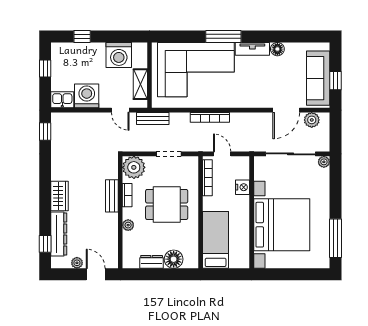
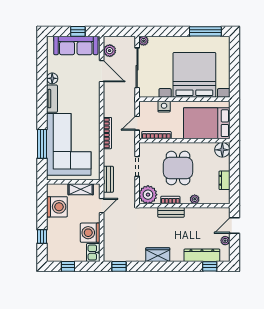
window: (223, 36) -> (42, 144), moved
wardrobe: (60, 196) -> (158, 255), moved
bed: (216, 240) -> (207, 123), width x1.50
floor lamp: (174, 259) -> (222, 150), moved

